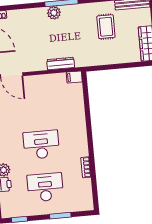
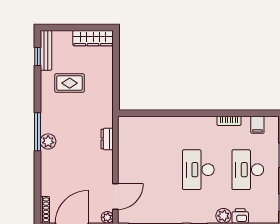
dresser: (61, 64) -> (107, 139), width x0.70
filing cabinet: (74, 77) -> (257, 125), moved

